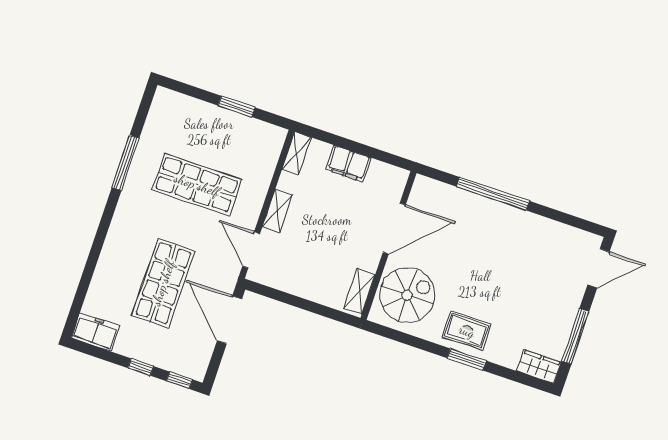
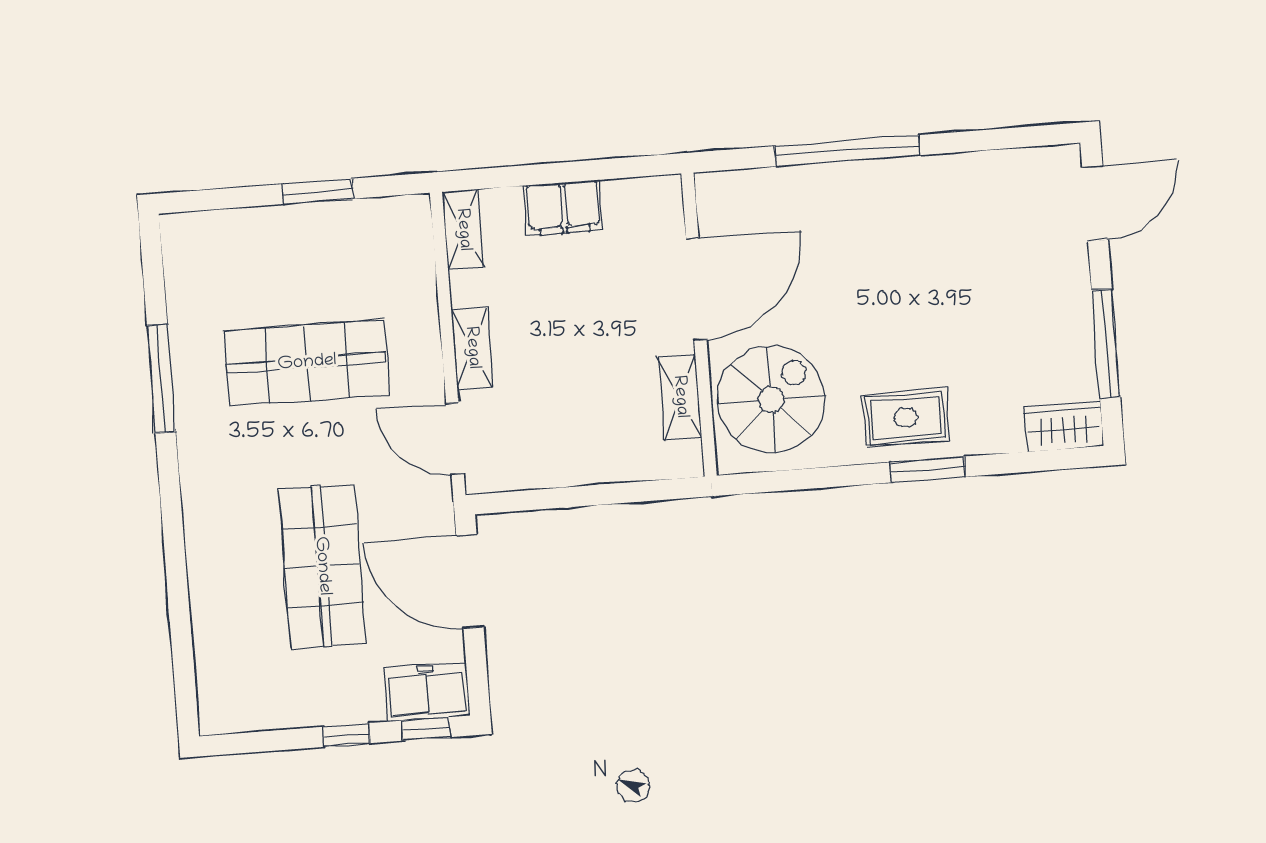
shelving: (360, 291) -> (680, 397), moved
freezer: (96, 332) -> (427, 692), moved

